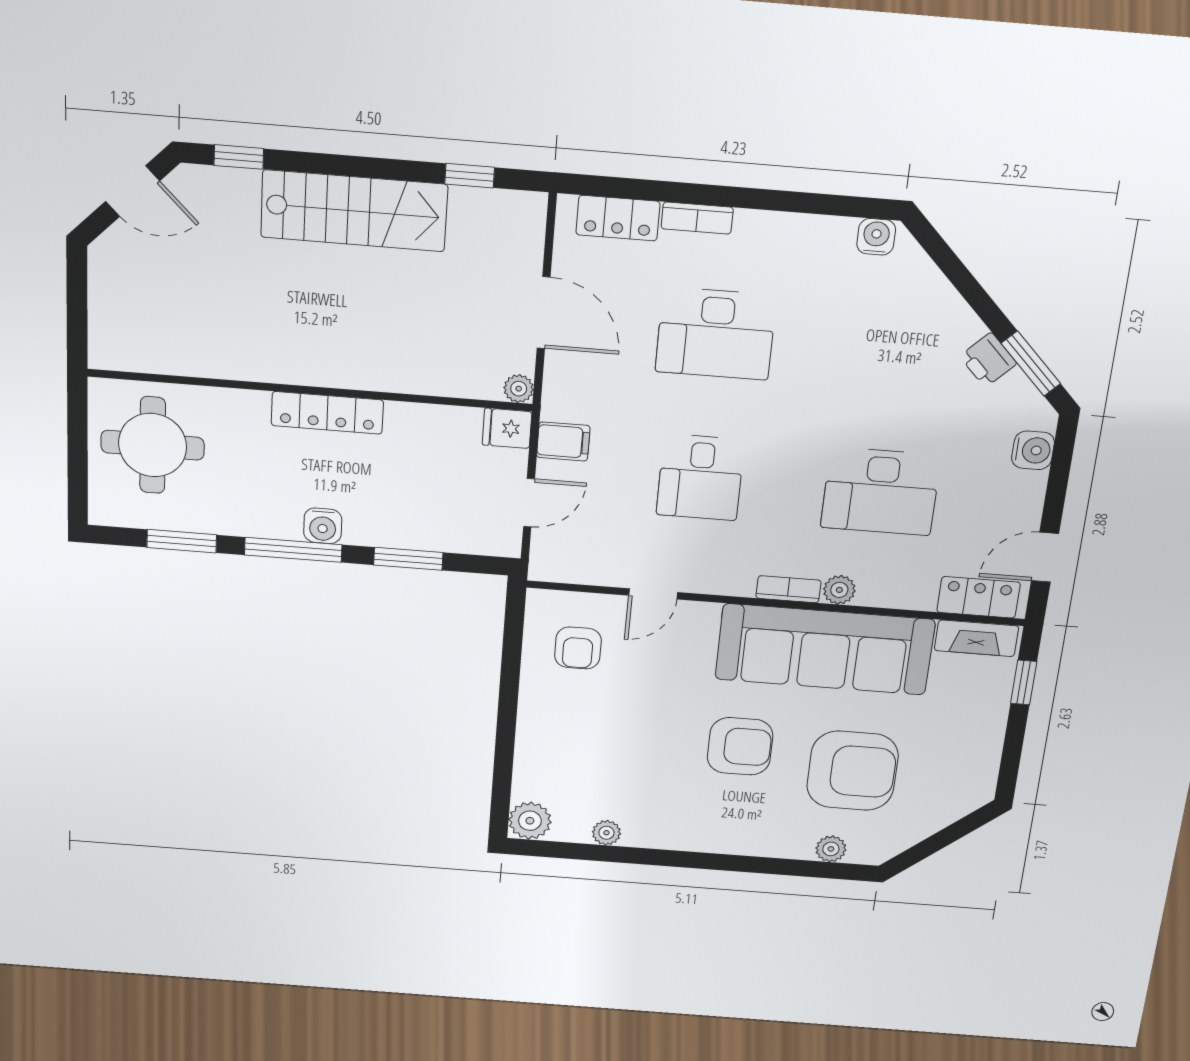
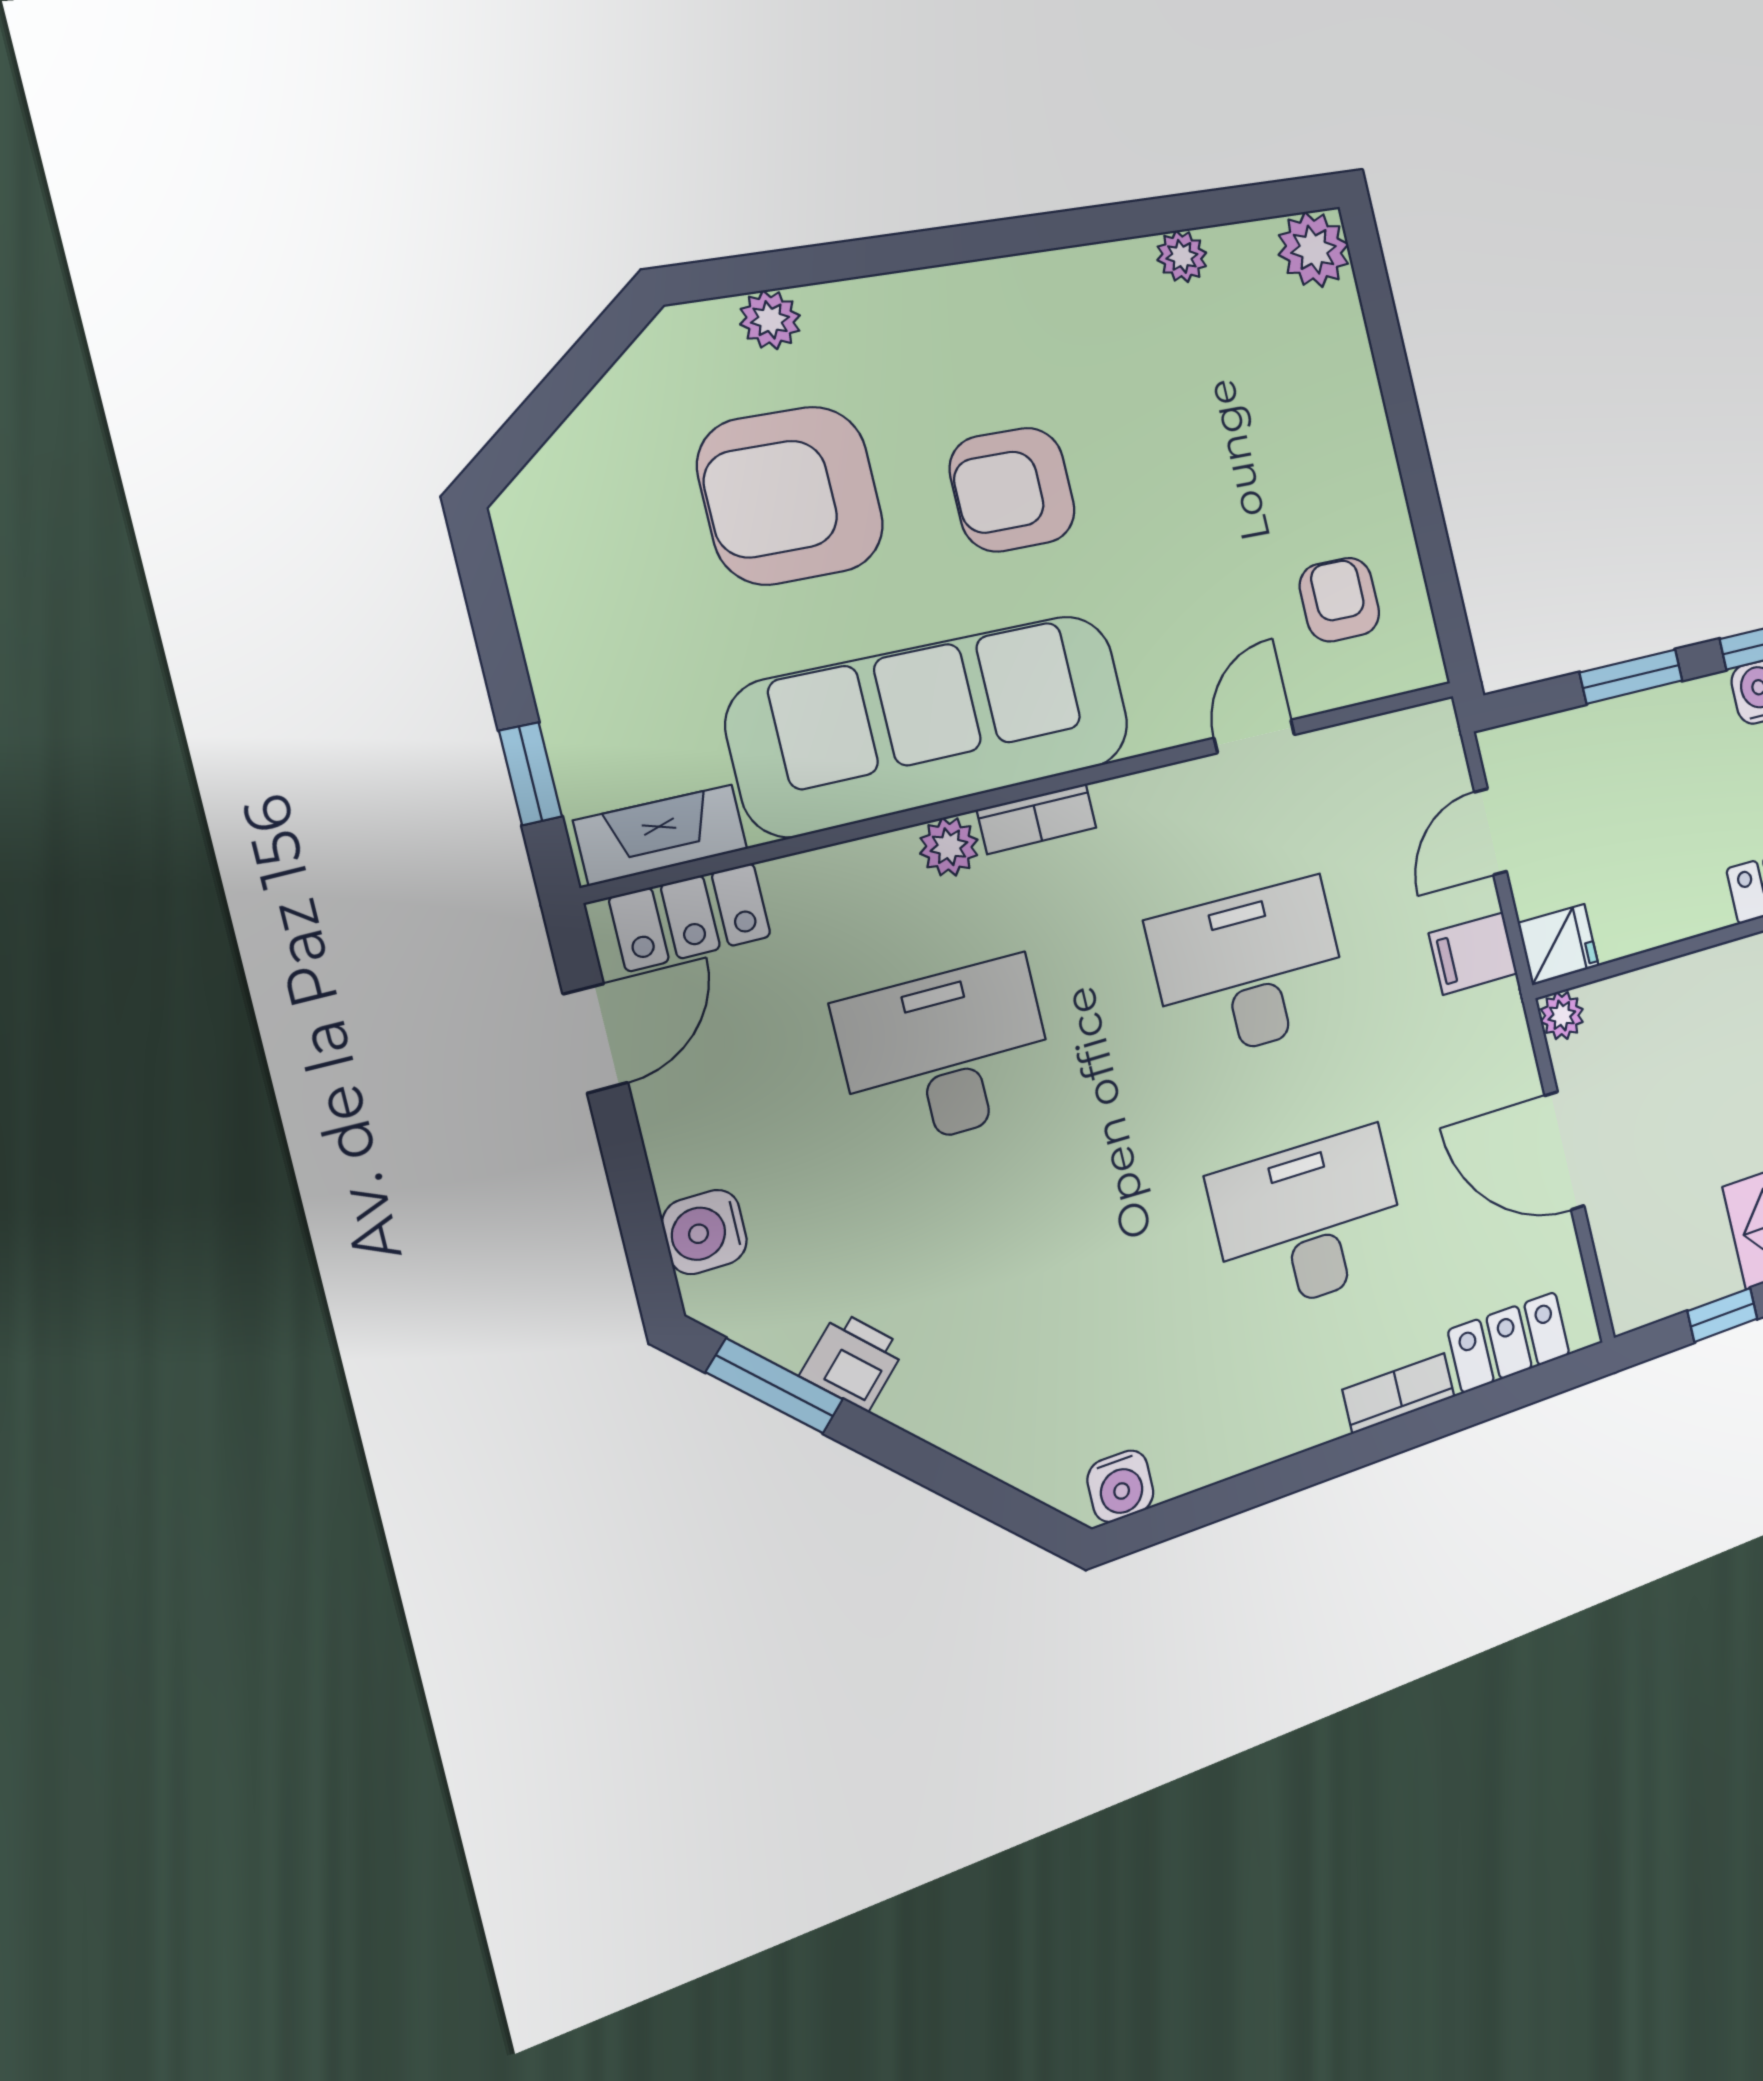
desk: (700, 477) -> (1250, 970), width x1.37

